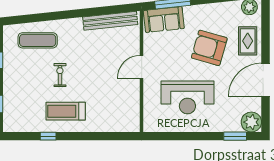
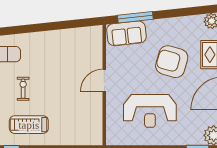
bench: (110, 21) -> (73, 35), removed

